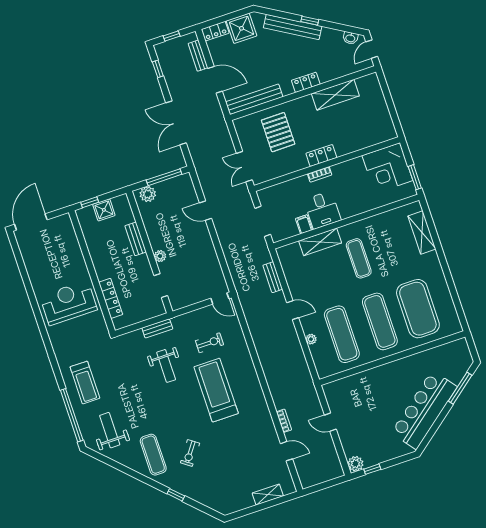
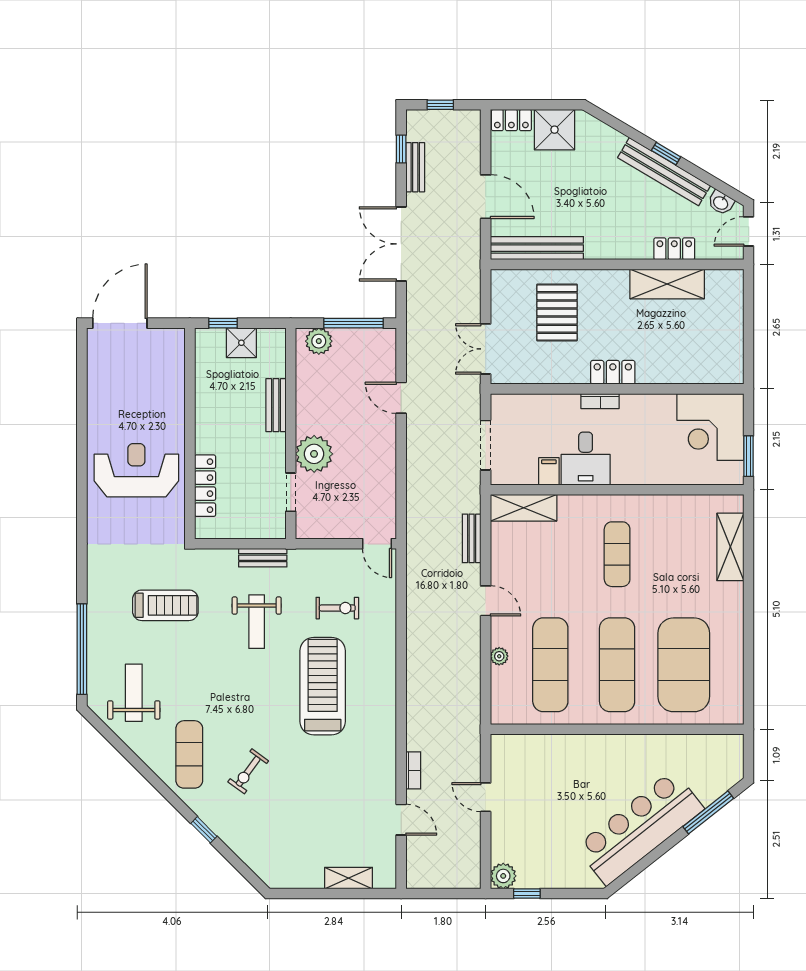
bench: (293, 27) -> (664, 172), moved
bench: (198, 56) -> (415, 167), moved
locker: (306, 82) -> (674, 249), moved
shelving: (320, 242) -> (524, 508), moved
plant: (160, 256) -> (314, 454), width x1.88, depth x1.88
treadmill: (85, 383) -> (165, 605), moved, turned -90

